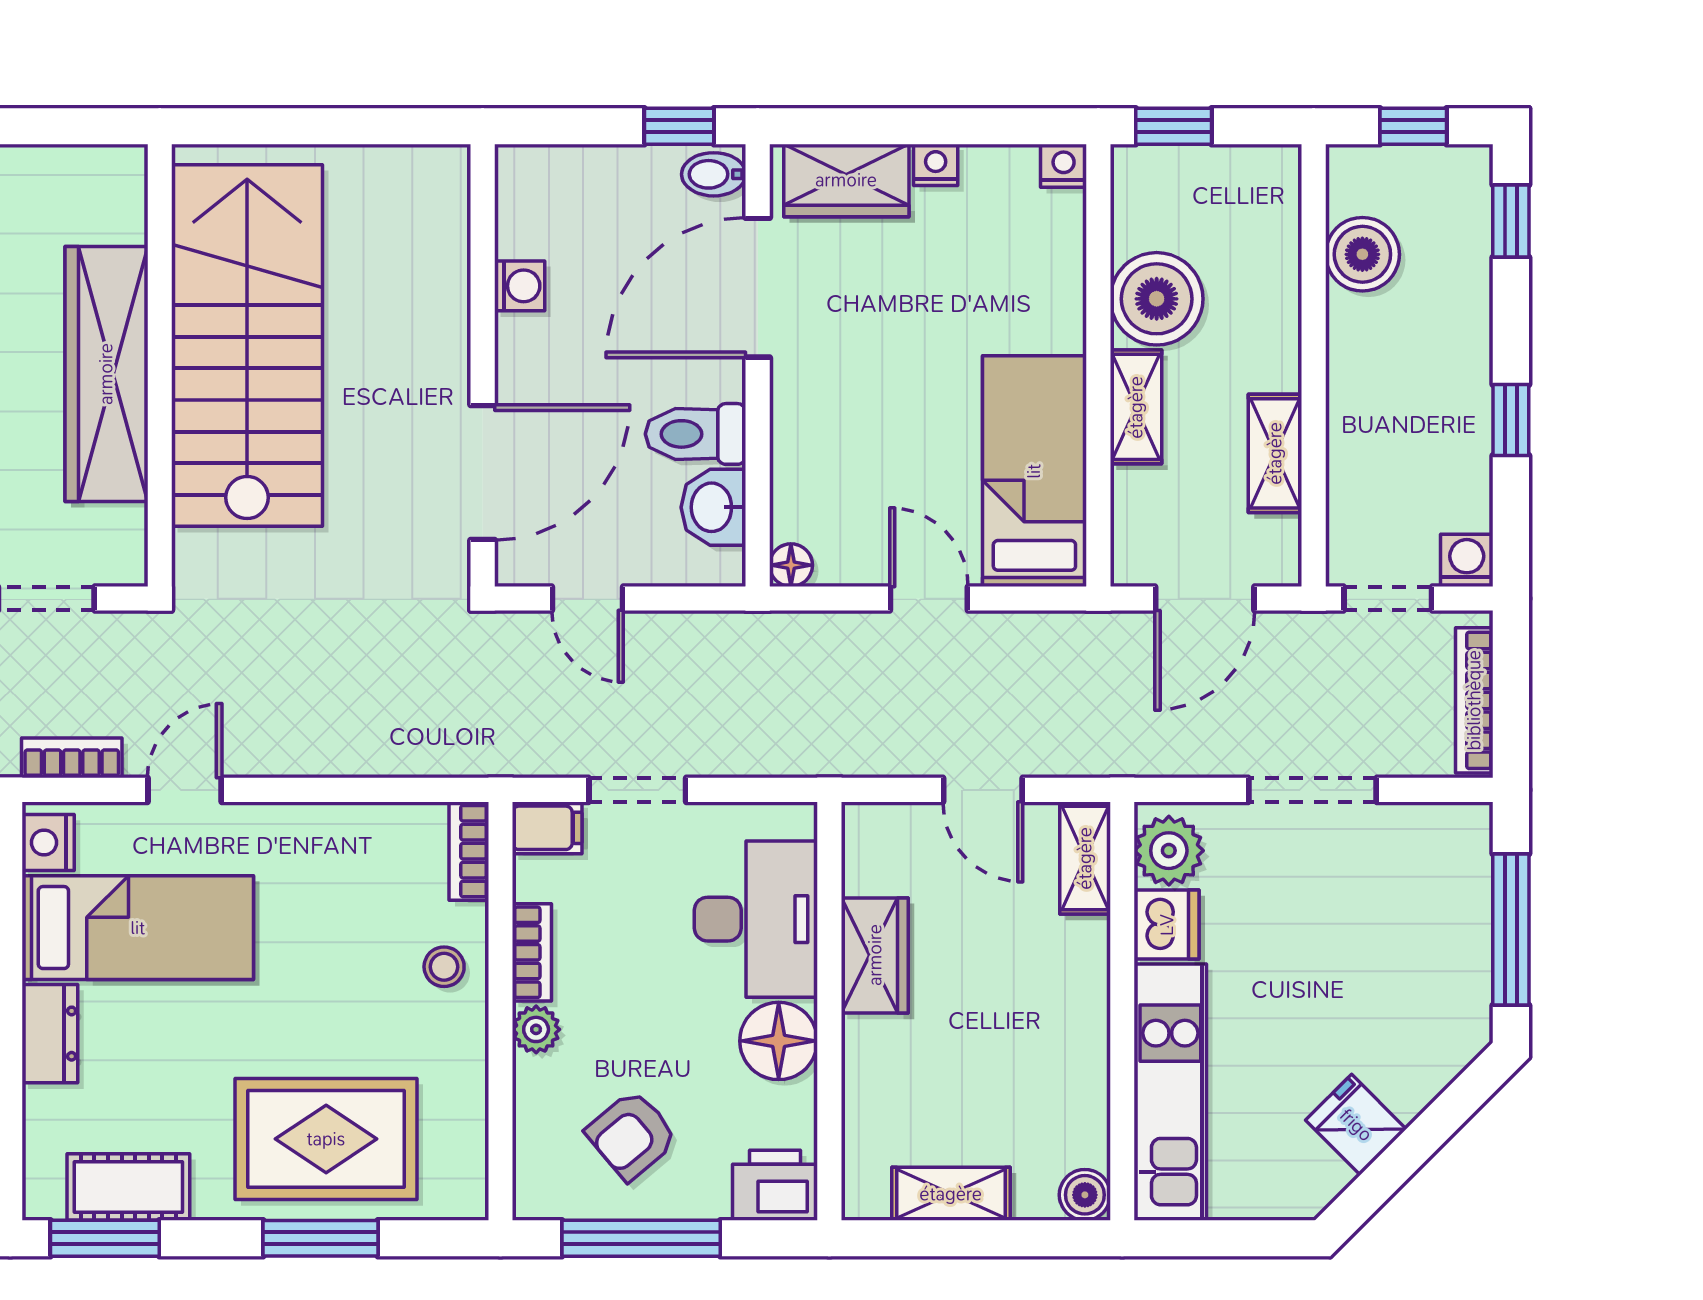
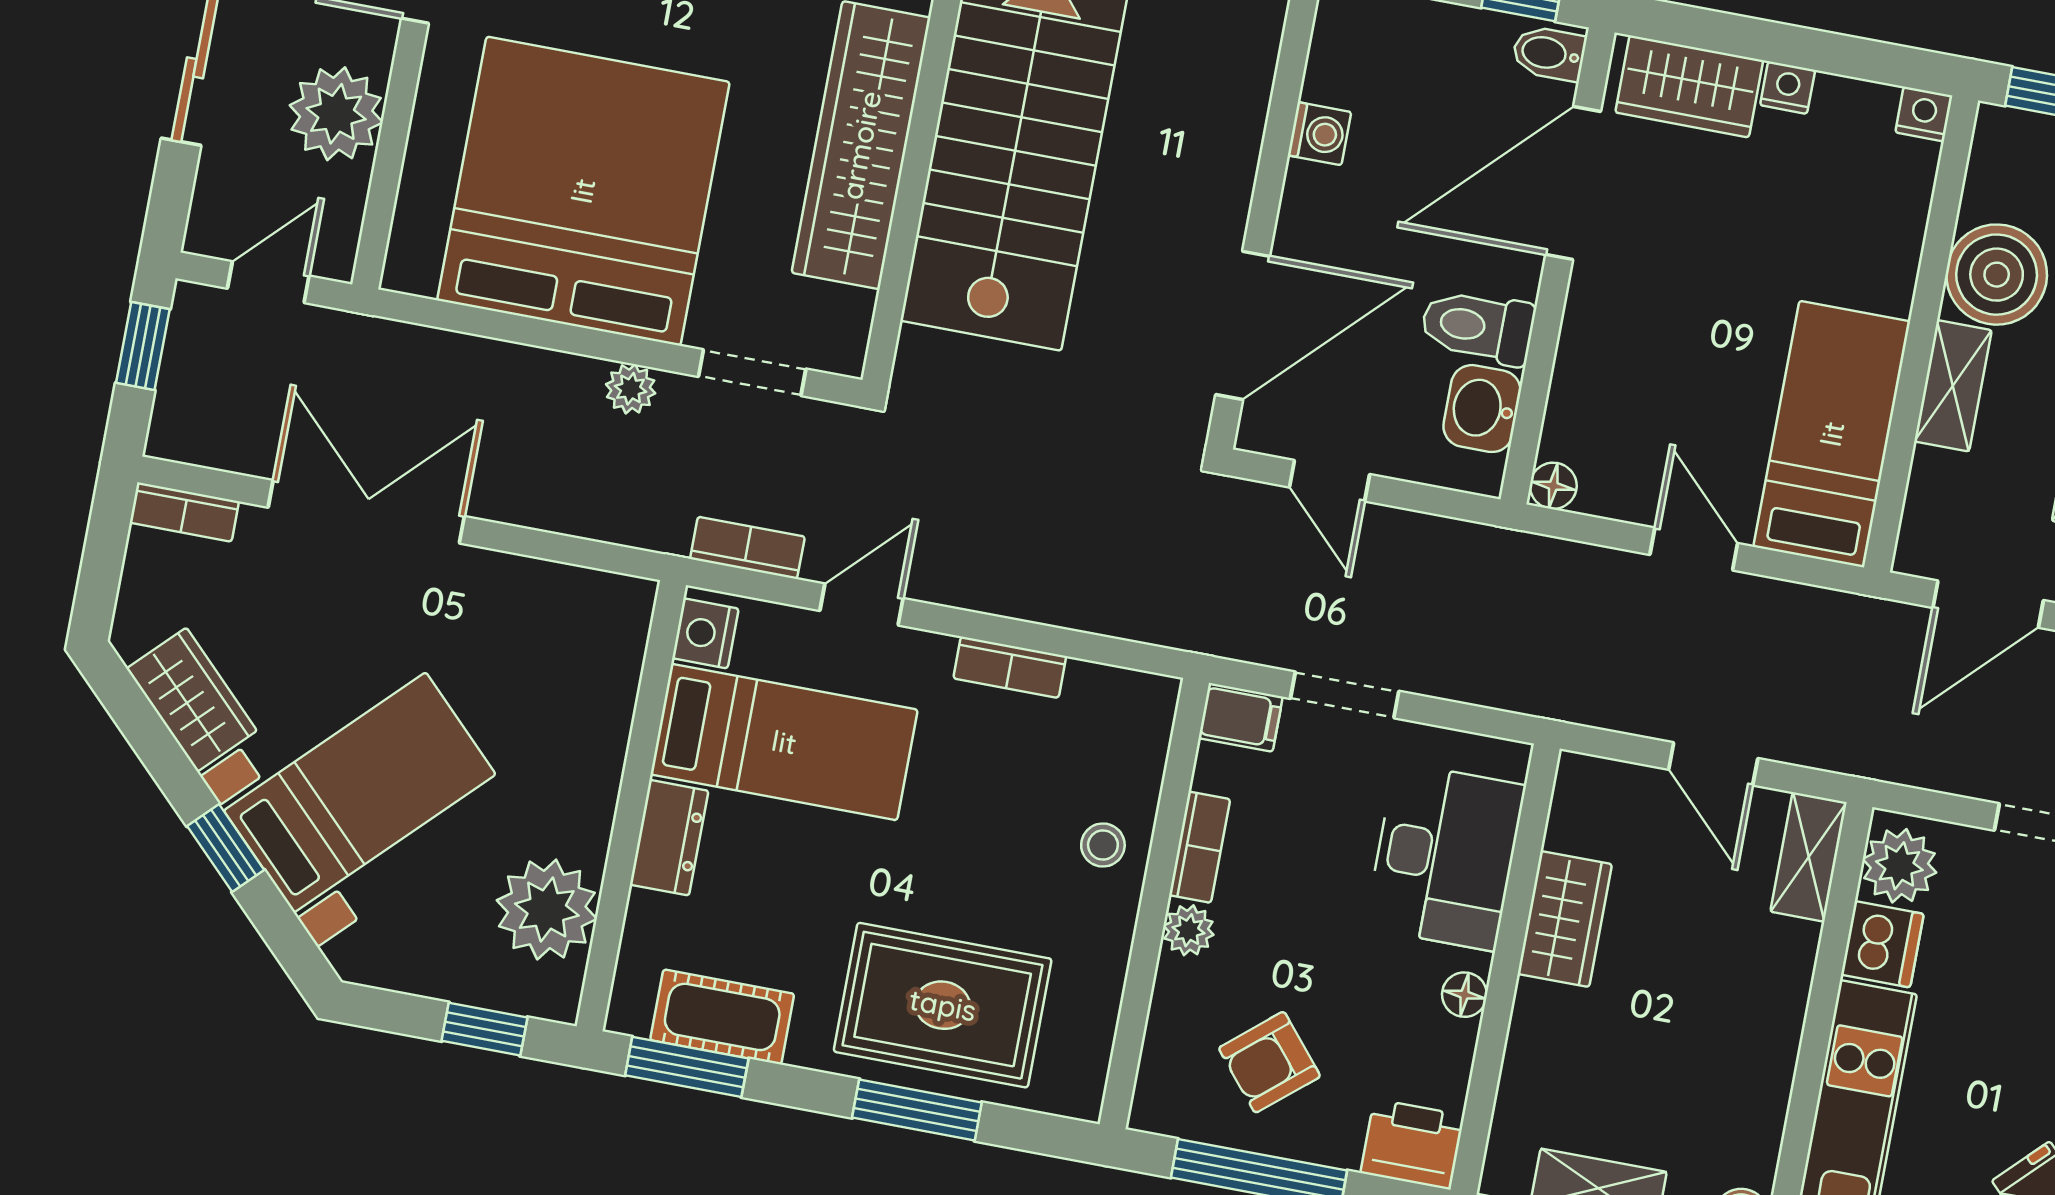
bookcase: (469, 851) -> (1010, 667), moved, turned -90
floor lamp: (779, 1041) -> (1464, 995), width x0.53, depth x0.53

